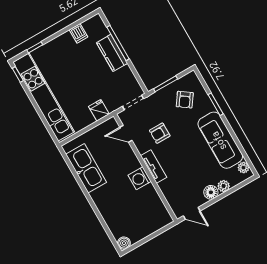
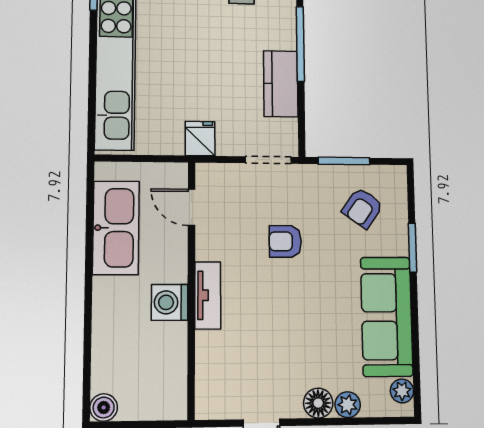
kitchen counter: (112, 53) -> (281, 84), moved
door: (126, 134) -> (192, 207), moved
tv unit: (154, 167) -> (208, 295), moved
wall: (145, 168) -> (191, 289), moved
washing machine: (140, 178) -> (170, 302), moved

